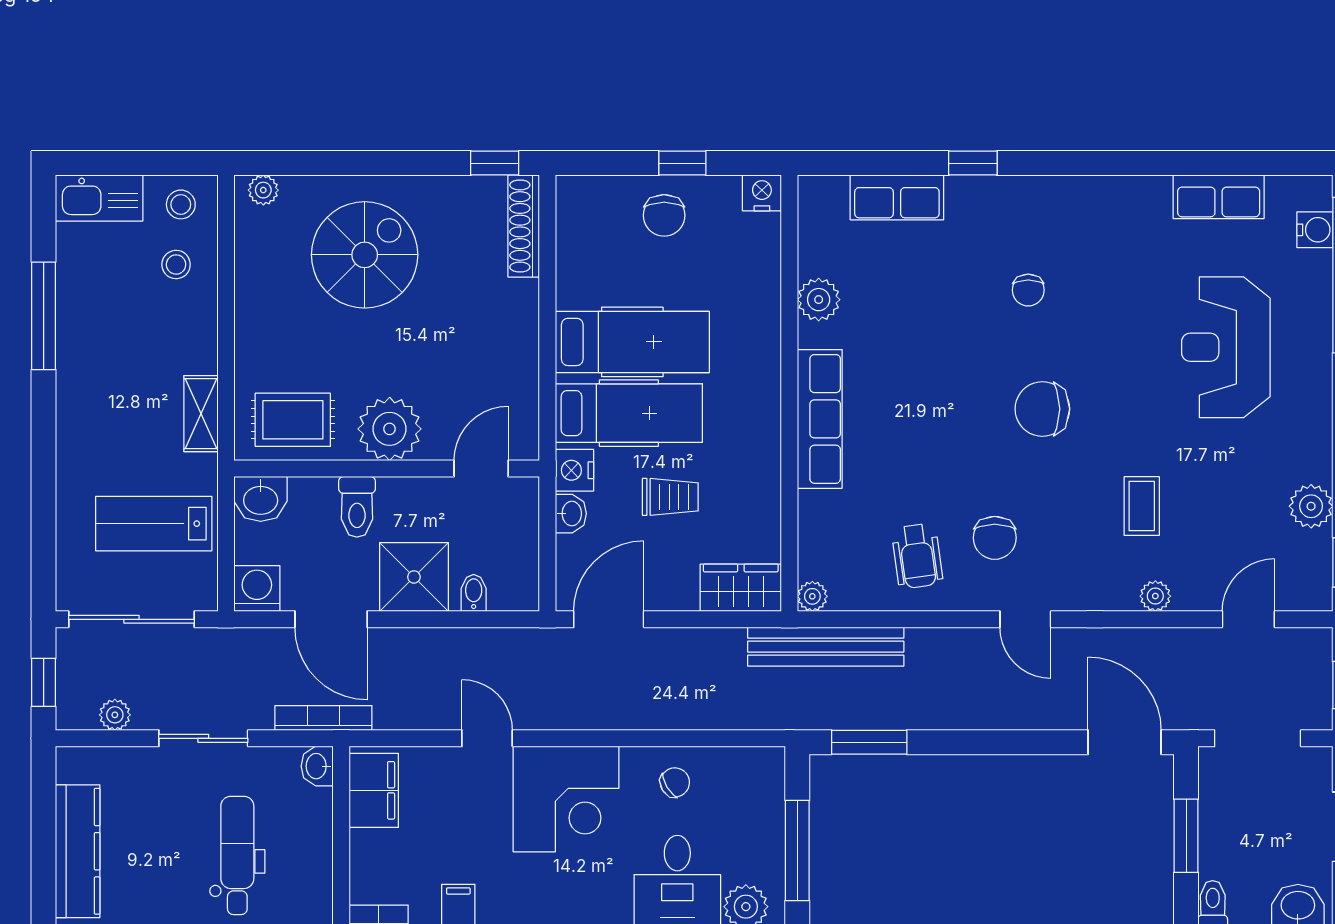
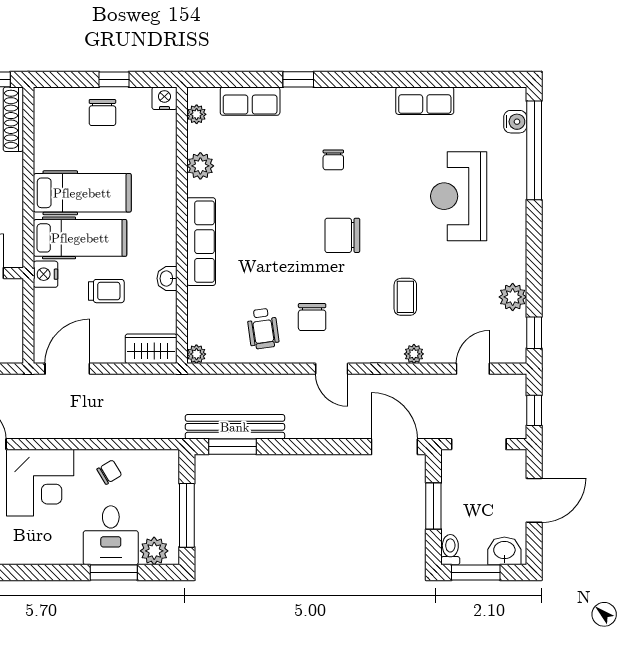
row of seats: (1219, 197) -> (425, 101), moved
plant: (813, 218) -> (197, 114), added
washbasin: (571, 514) -> (167, 278), moved, turned 180
bench: (826, 647) -> (235, 427), moved

